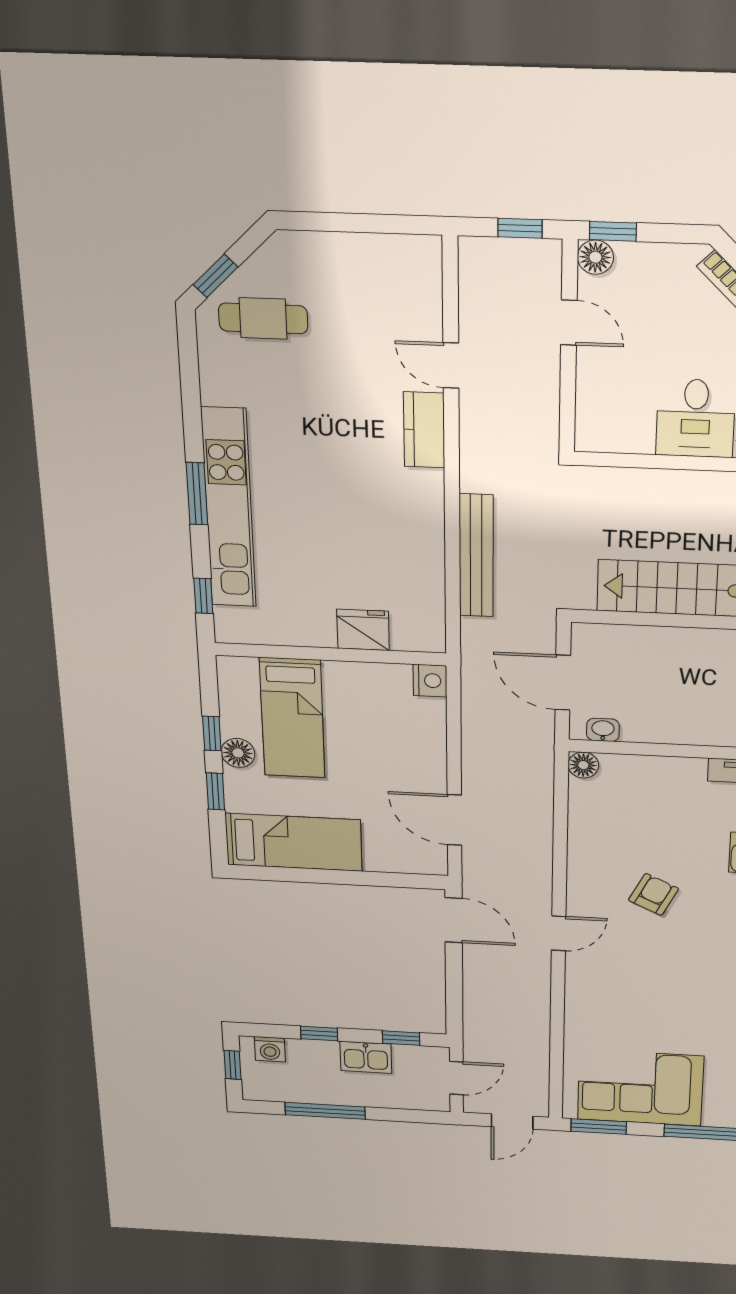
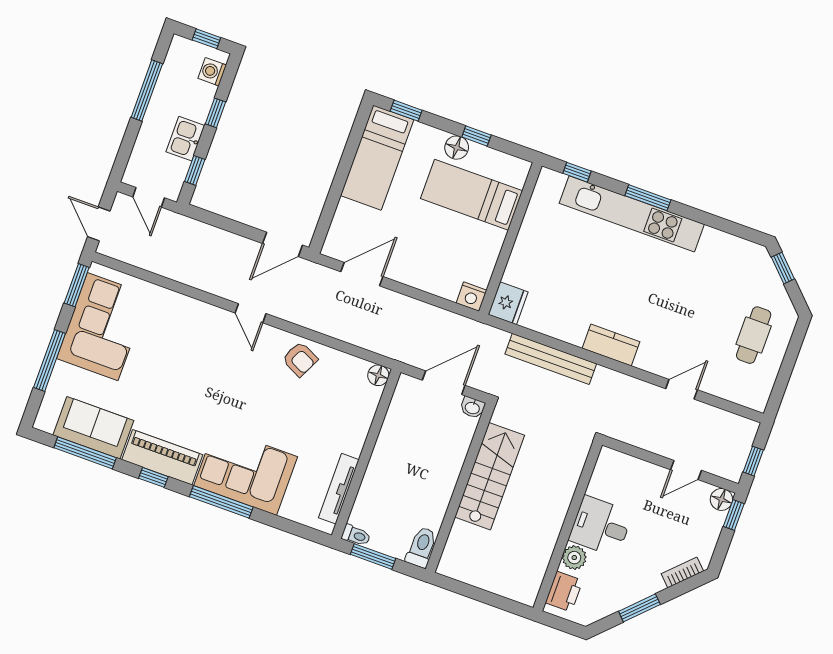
cafe table: (263, 318) -> (754, 335), moved
kitchen counter: (424, 430) -> (611, 345), moved
fridge: (363, 630) -> (508, 303), moved
washbasin: (603, 730) -> (472, 408), moved, turned 90
window: (215, 791) -> (406, 111), moved
armchair: (653, 894) -> (300, 359), moved

